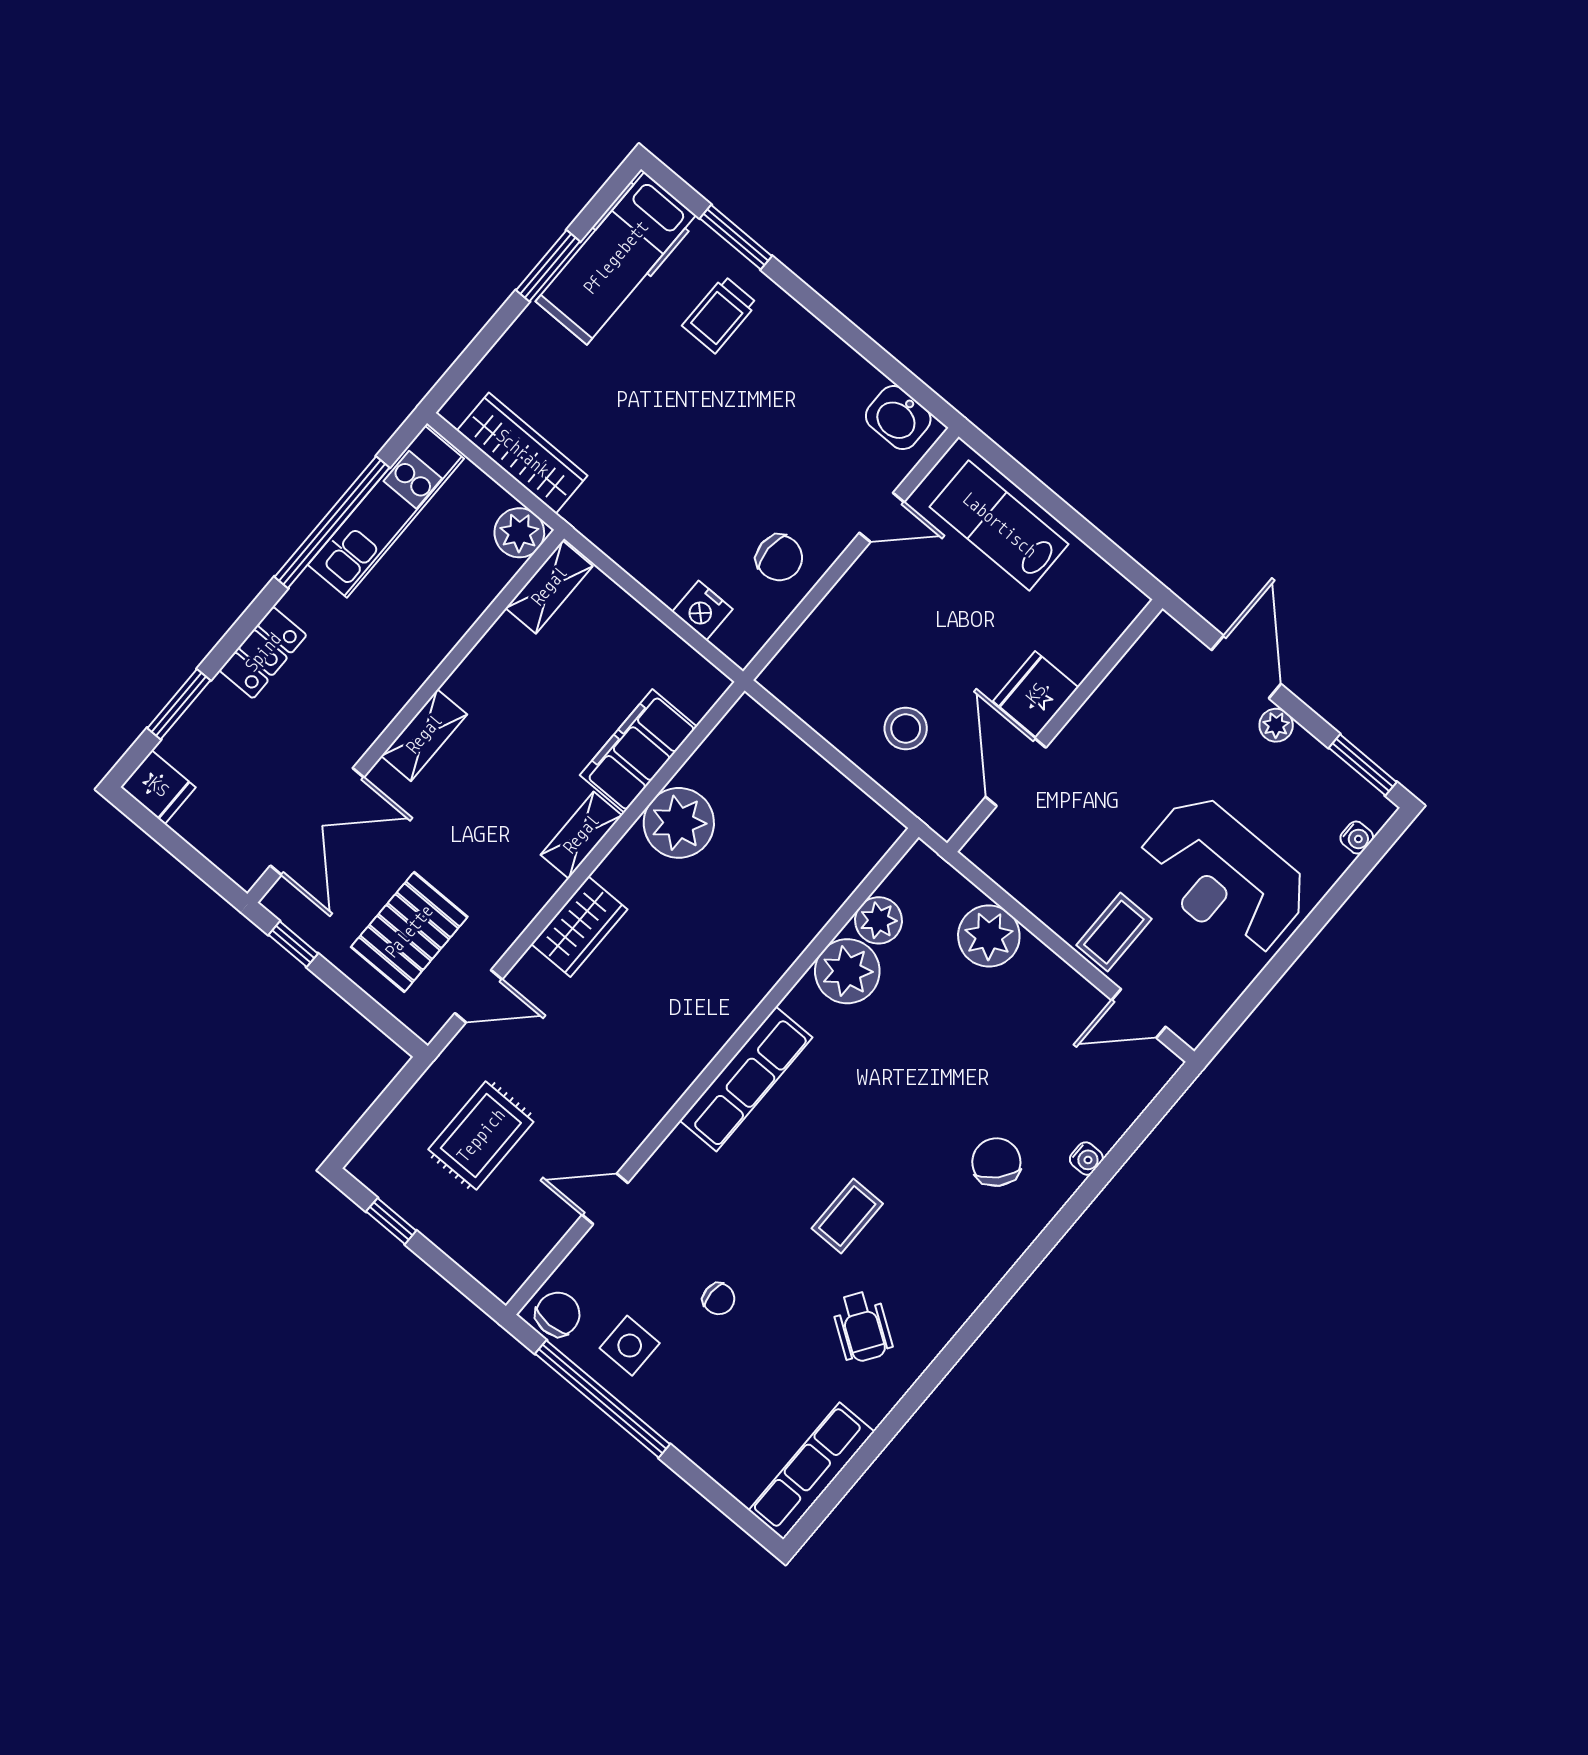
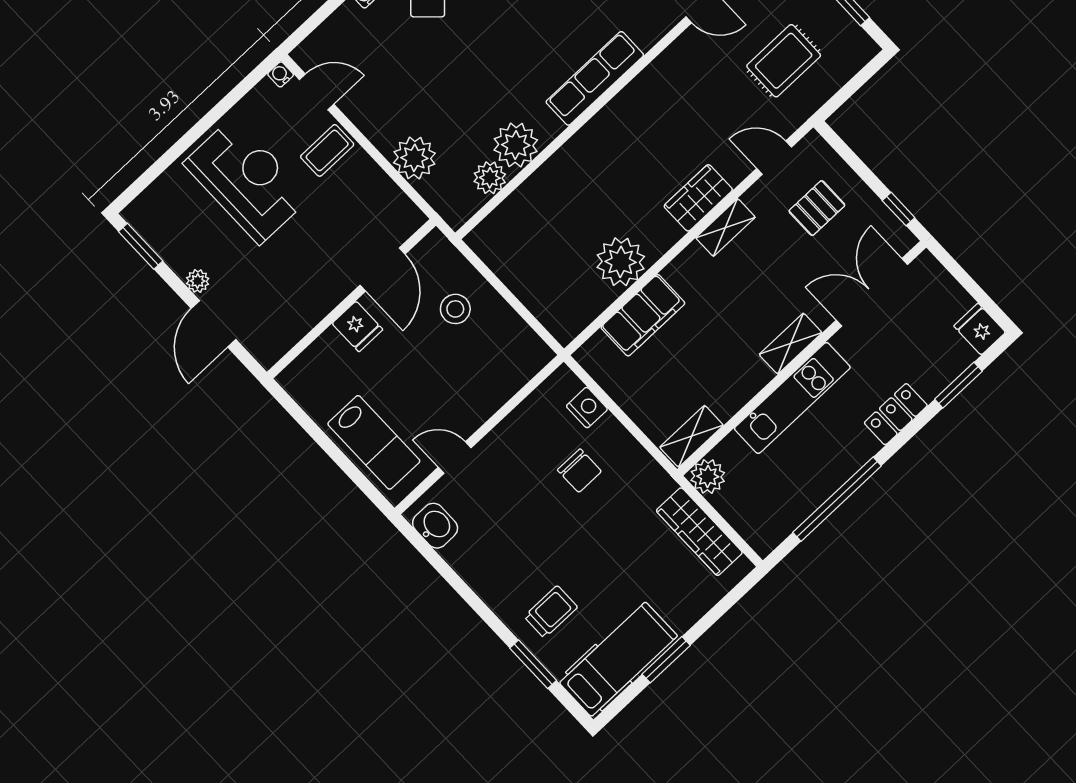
kitchen unit: (386, 512) -> (792, 398), moved, turned 180
chair: (779, 558) -> (579, 471), moved, turned 180
fridge: (1036, 694) -> (357, 326), width x0.72
shelving: (581, 835) -> (725, 227), moved
water cooler: (1357, 838) -> (281, 74), moved
pallet: (409, 932) -> (817, 208), width x0.67, depth x0.71

